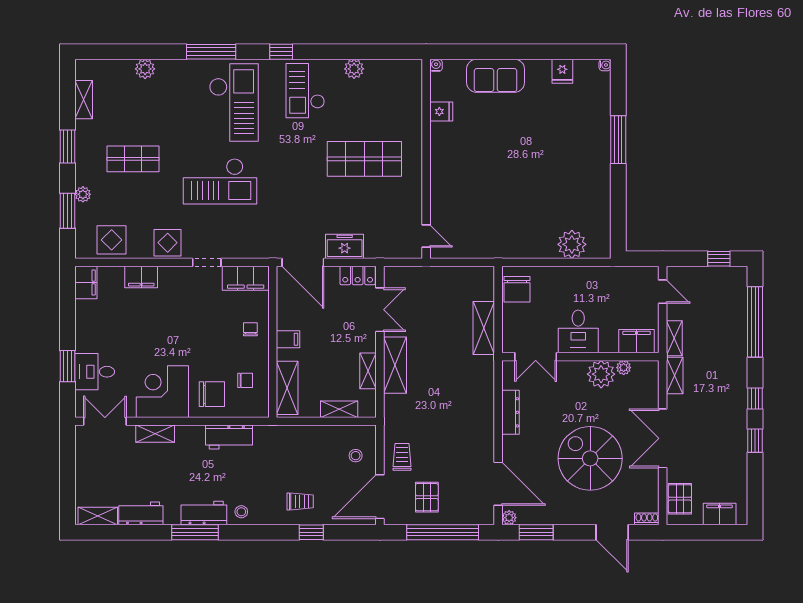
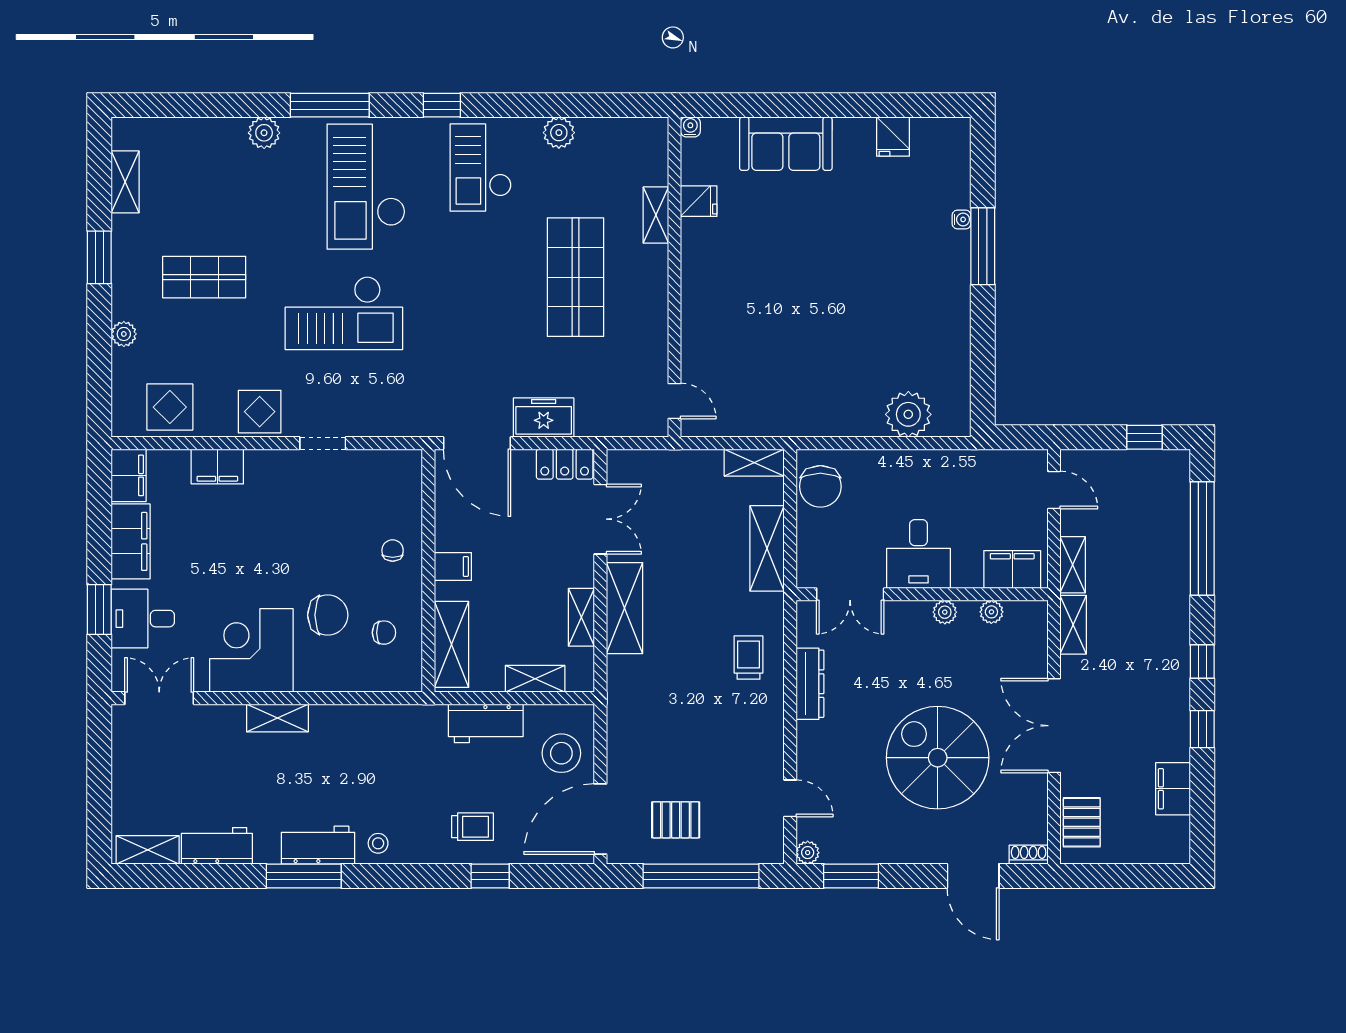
water cooler: (605, 65) -> (962, 219), moved
plant: (145, 69) -> (264, 133), moved
checkout: (234, 102) -> (366, 187), turned 180
shelving: (415, 120) -> (656, 215), added
shop shelf: (364, 159) -> (576, 277), turned 90
window: (68, 211) -> (99, 360), removed
shelving: (476, 274) -> (754, 463), added
filing cabinet: (246, 278) -> (131, 541), moved, turned -90
plant: (601, 374) -> (945, 612), width x0.53, depth x0.53
chair: (212, 394) -> (328, 615), moved
shelving: (155, 434) -> (277, 718), moved
workbench: (229, 437) -> (486, 723), moved
stool: (356, 456) -> (561, 753), width x1.89, depth x1.89
trolley: (402, 457) -> (748, 657), moved
door: (498, 484) -> (790, 798), width x0.53
pallet: (427, 497) -> (676, 820), turned 90
filing cabinet: (720, 514) -> (1173, 789), moved, turned -90

